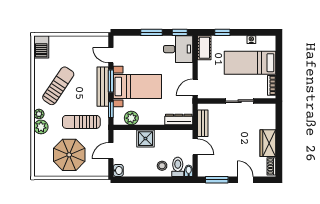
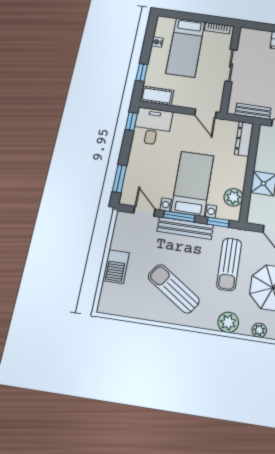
window: (151, 32) -> (119, 179), moved
barbecue: (41, 47) -> (116, 267), moved, turned 90
door: (111, 55) -> (144, 211), swing flipped
plant: (39, 114) -> (259, 330), moved

